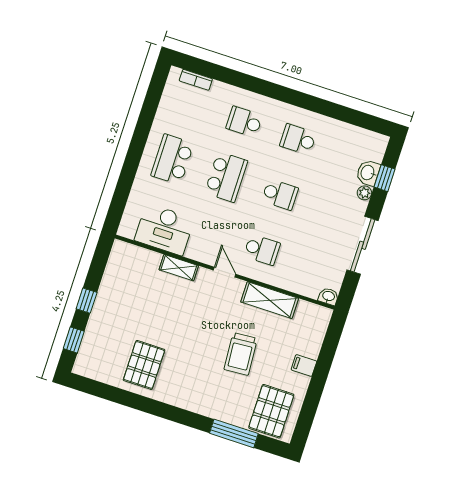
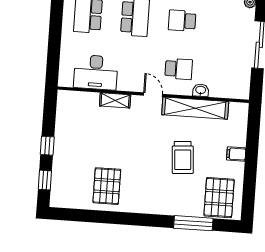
school desk: (280, 195) -> (182, 21), turned 180
washbasin: (328, 296) -> (201, 90), moved
shelving: (270, 300) -> (195, 108), width x1.47

